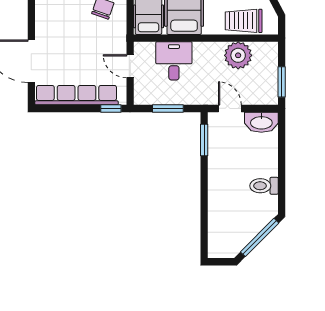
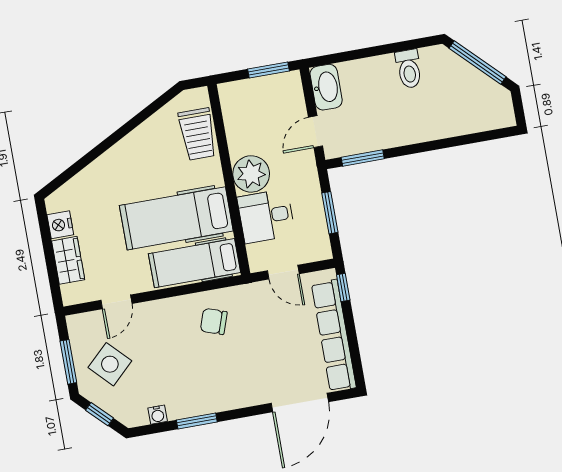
plant: (238, 55) -> (251, 174), moved
door: (130, 66) -> (283, 272), hinge flipped

